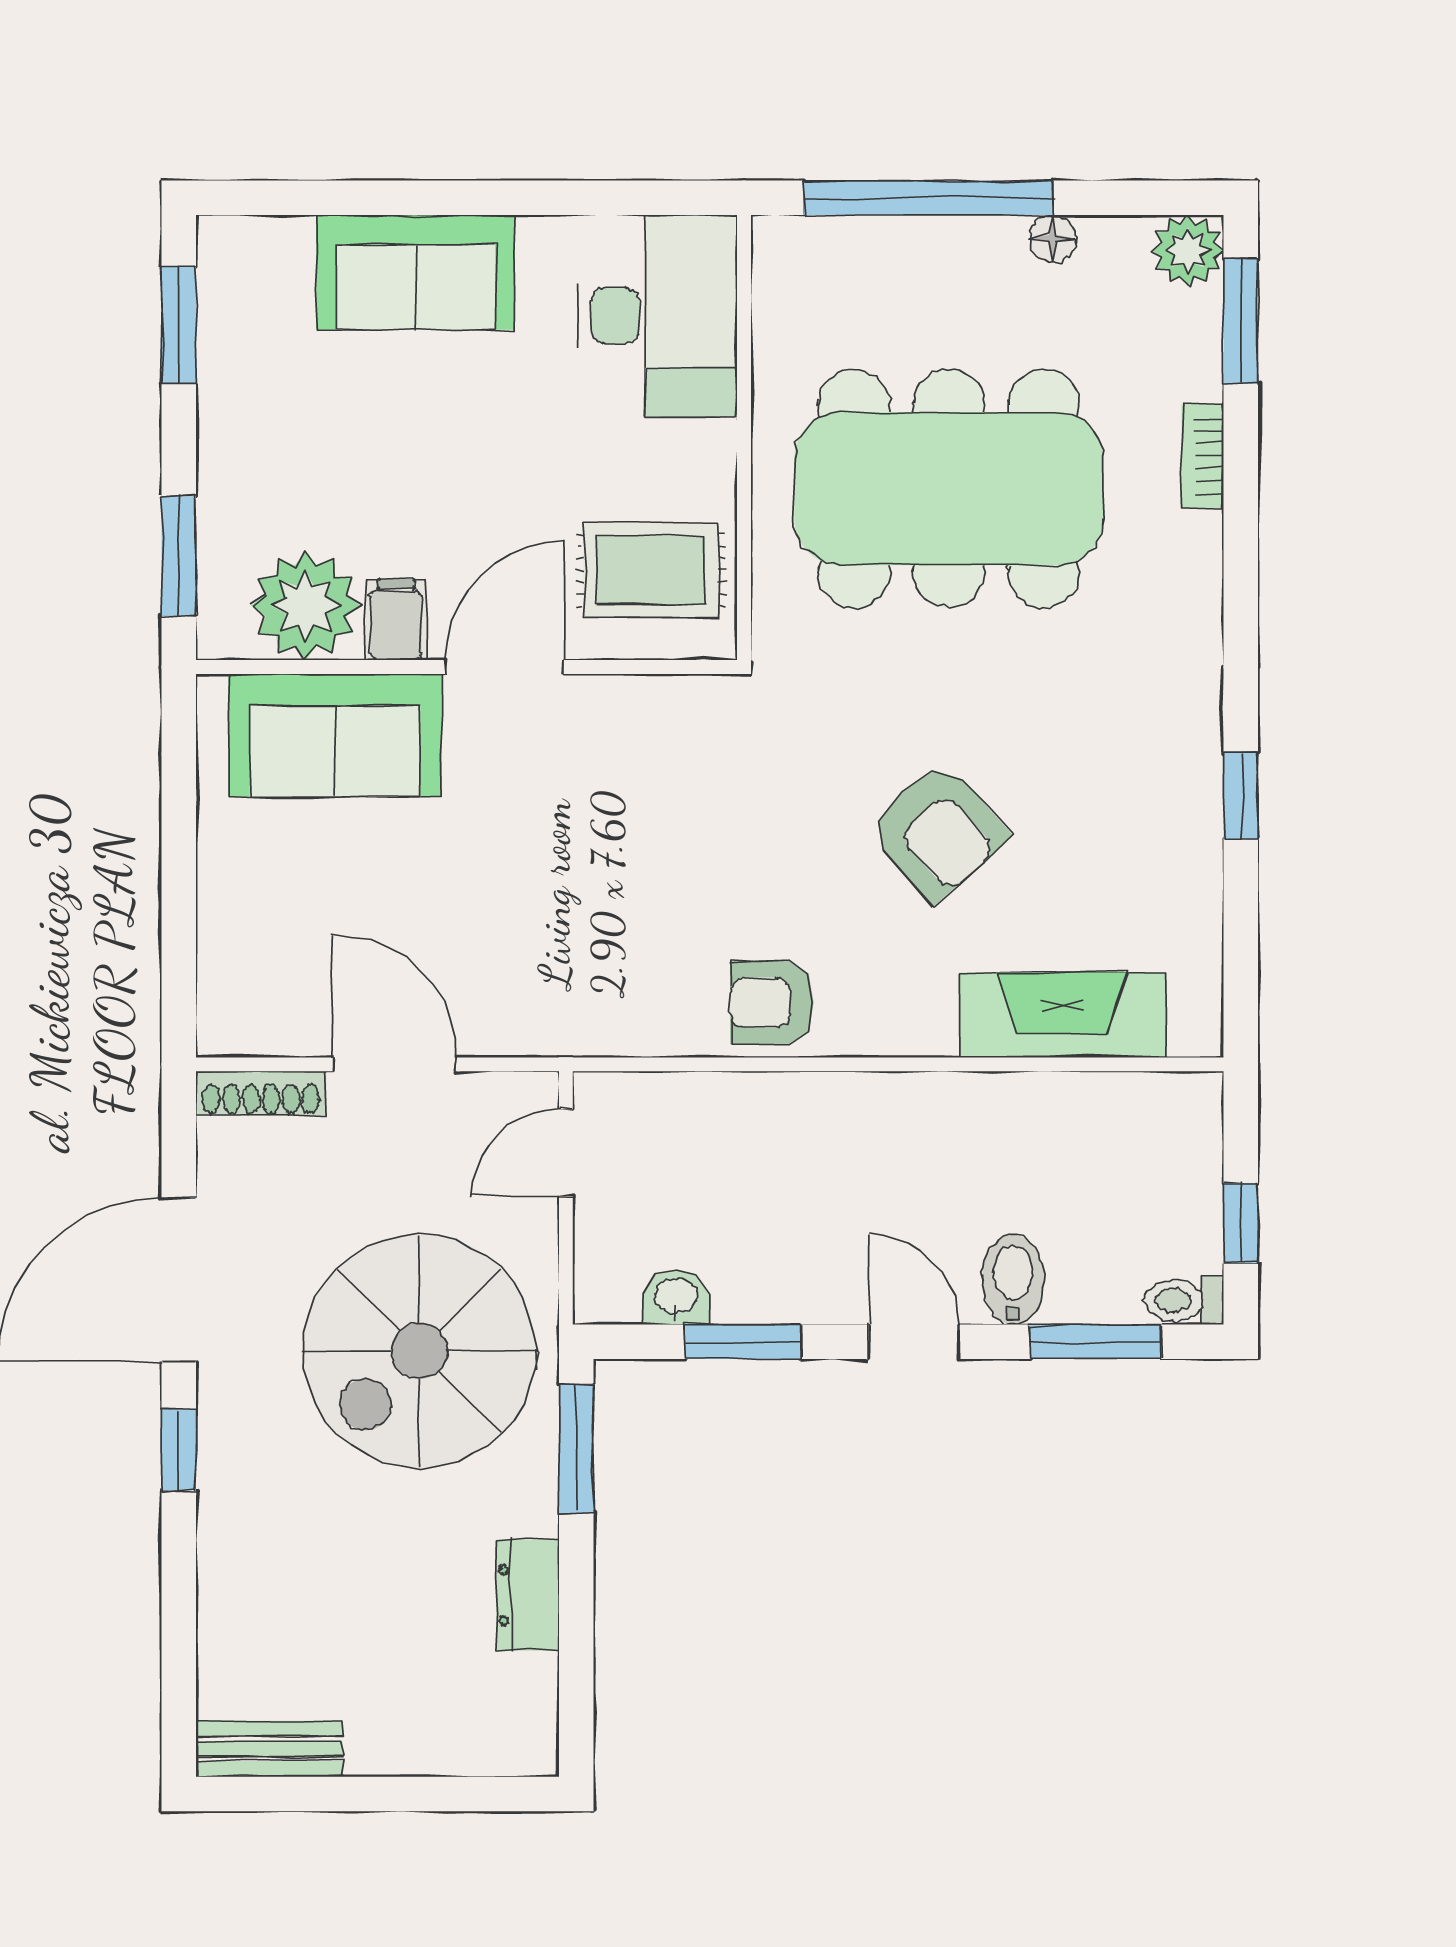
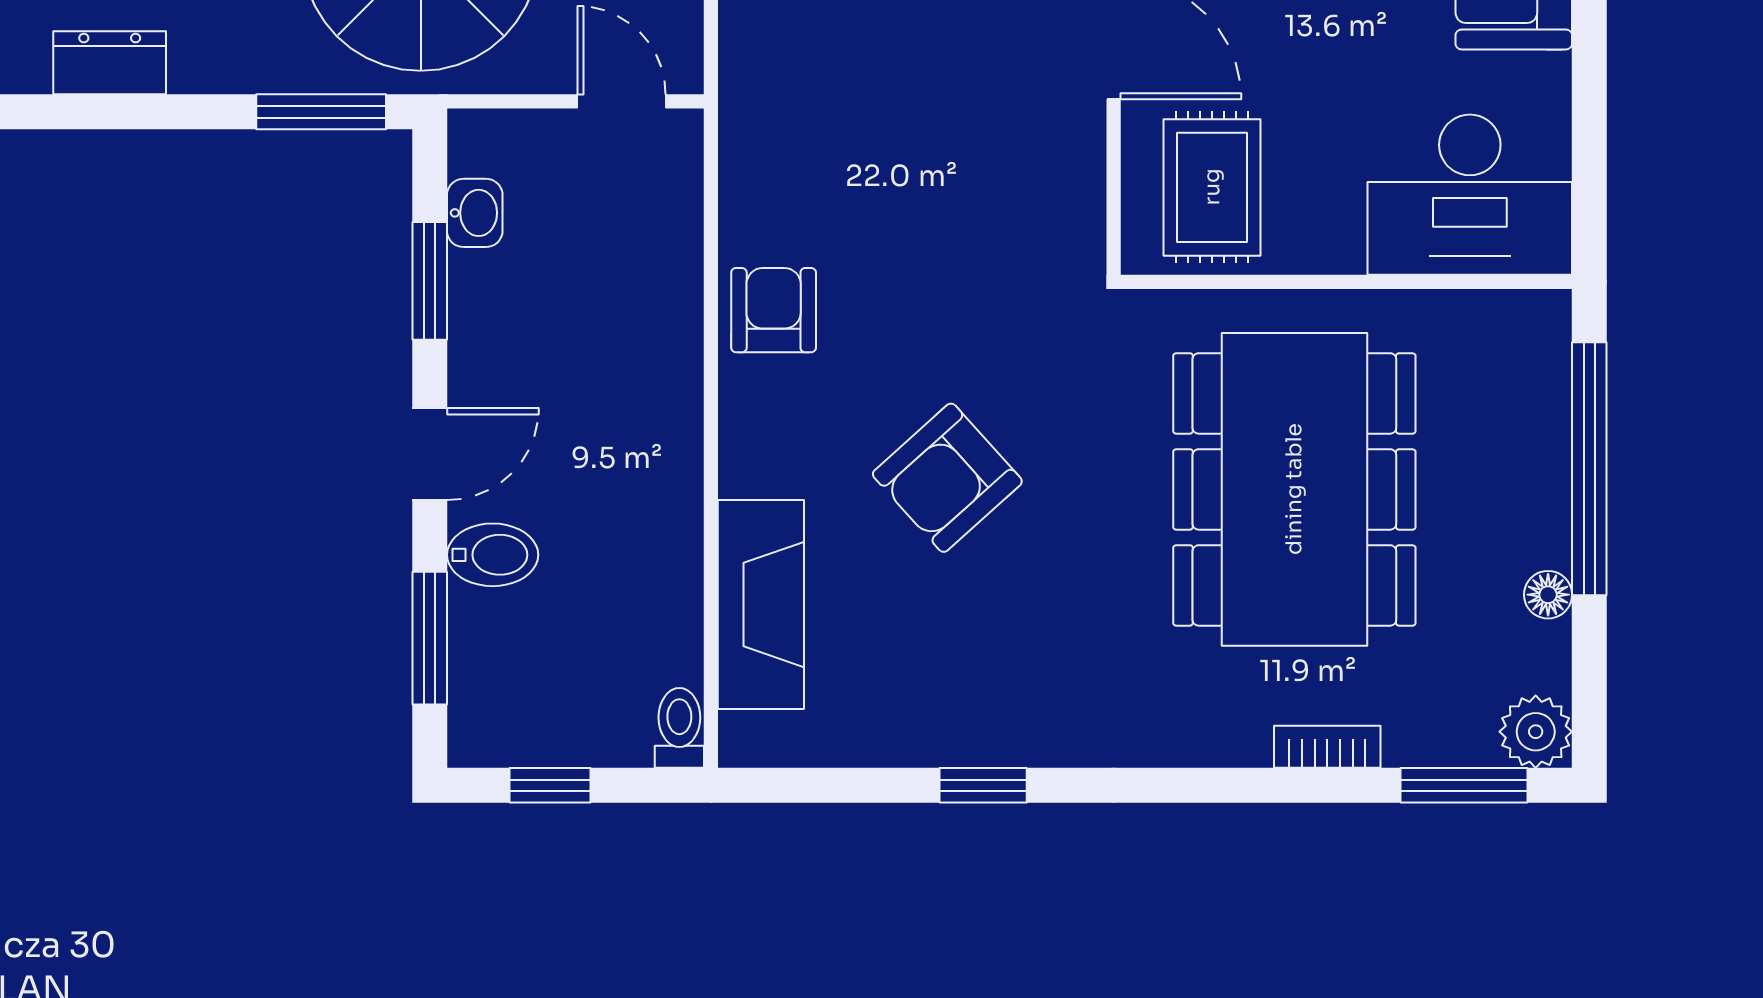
toilet: (1184, 1300) -> (679, 728), moved
dresser: (528, 1595) -> (110, 63), moved

